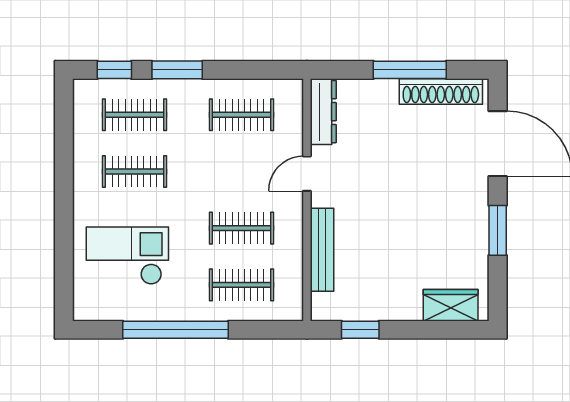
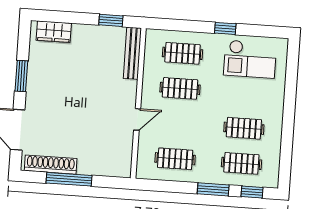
dresser: (323, 112) -> (124, 157), removed
bench: (322, 250) -> (132, 53), moved
checkout: (127, 256) -> (250, 59), moved
window: (176, 330) -> (225, 28), width x0.32

